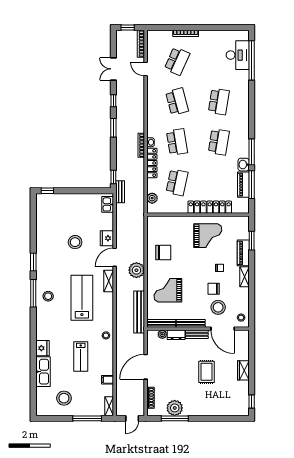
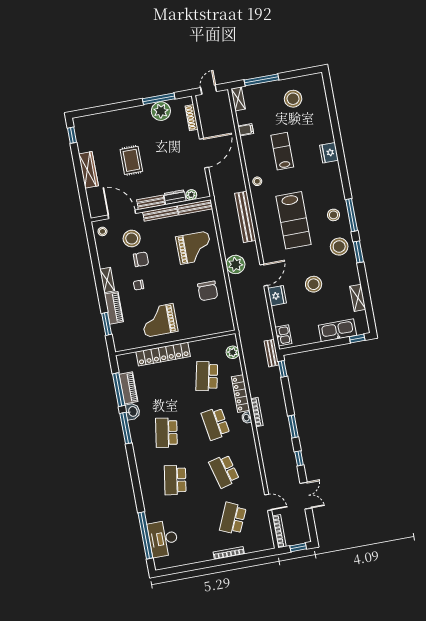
chair: (163, 253) -> (208, 291), turned -90
stool: (48, 269) -> (339, 247), added
shelving: (109, 281) -> (358, 298), moved
bench: (139, 312) -> (245, 217), moved
wardrobe: (243, 370) -> (88, 170), width x1.50
kitchen sink: (43, 372) -> (337, 330), moved, turned 90

